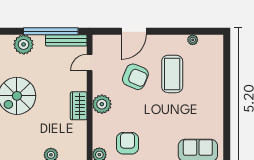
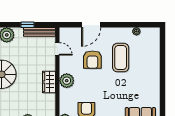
window: (51, 31) -> (28, 25), width x0.32
door: (90, 63) -> (57, 49), swing flipped
armchair: (135, 77) -> (92, 60), turned 67

